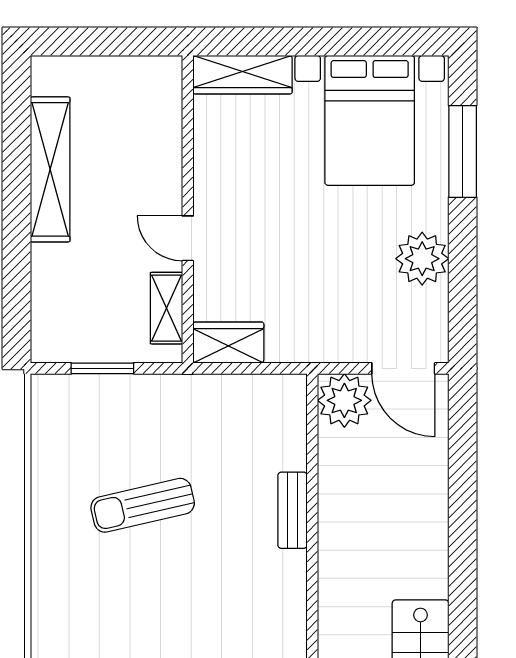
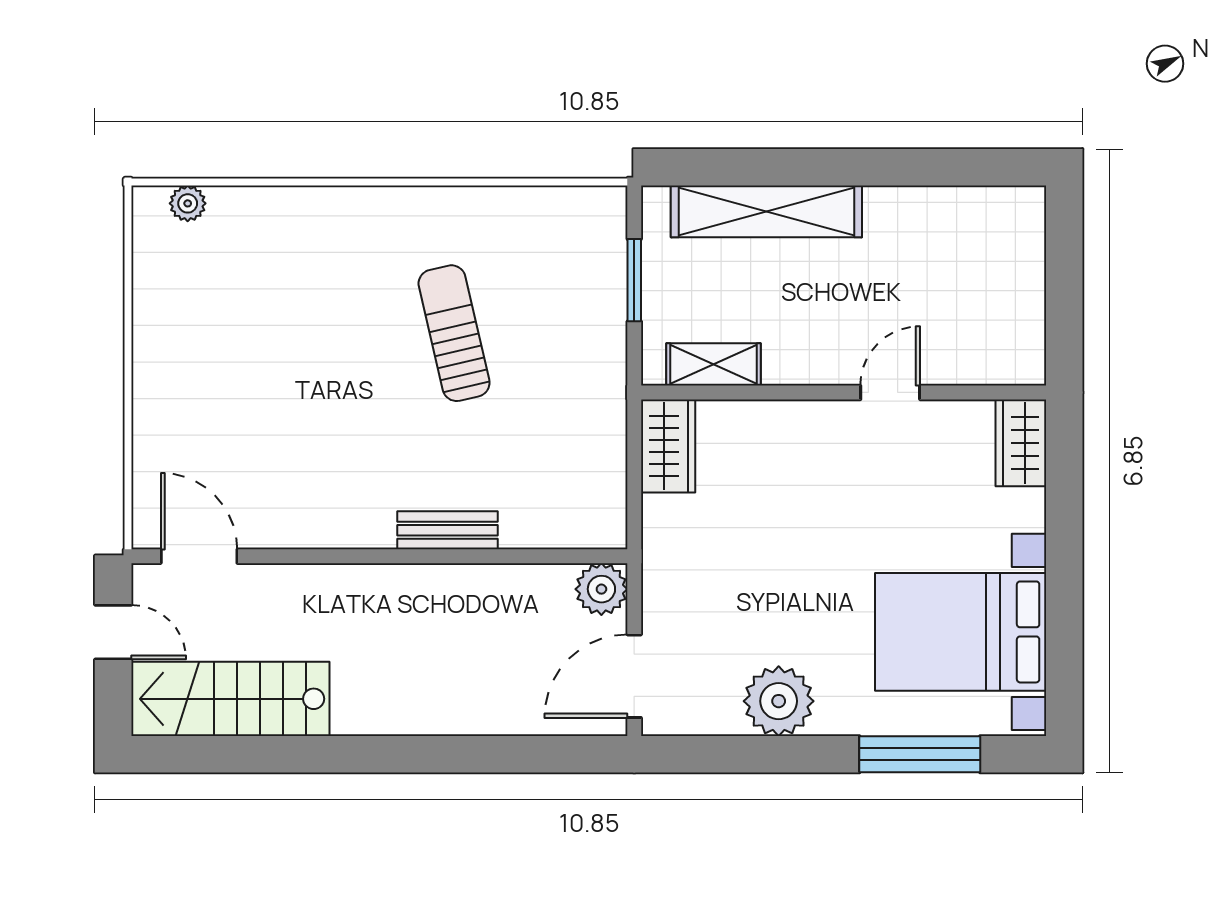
wardrobe: (243, 75) -> (1021, 443), width x0.67
shelving: (50, 169) -> (766, 211), moved
door: (188, 238) -> (890, 392), moved
plant: (344, 400) -> (601, 589), width x0.73, depth x0.73

